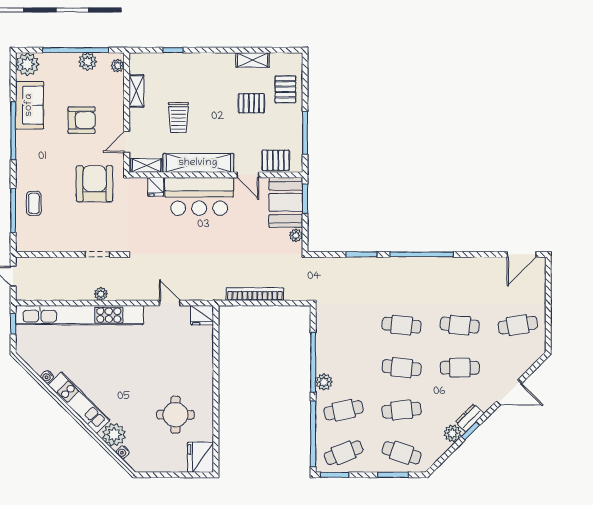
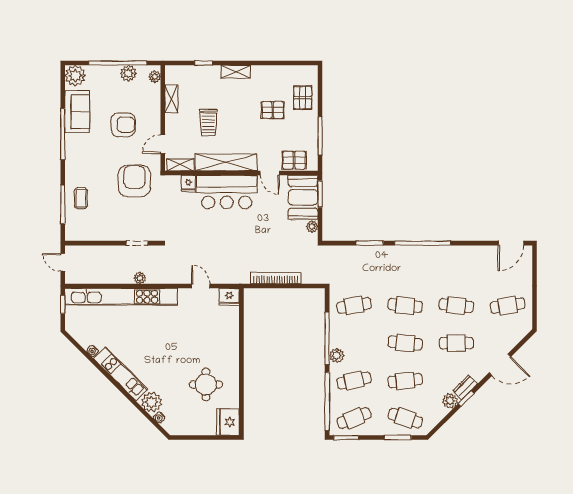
shelving: (253, 60) -> (235, 72), moved
cafe table: (344, 325) -> (354, 306), added

